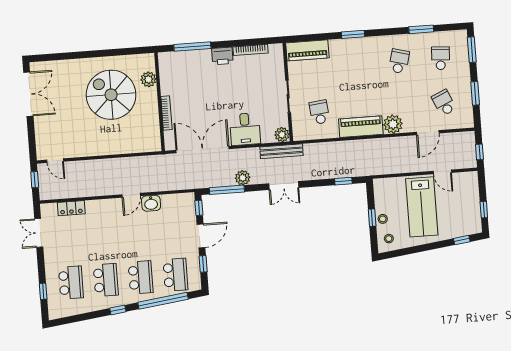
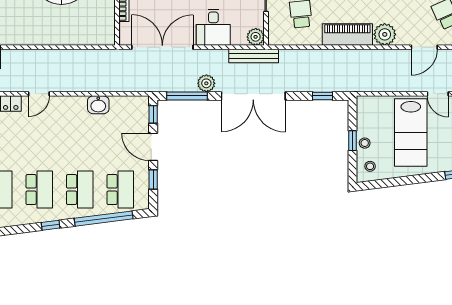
double door: (284, 186) -> (253, 96), width x1.87
door: (131, 195) -> (39, 94), moved
door: (201, 236) -> (153, 147), swing flipped

